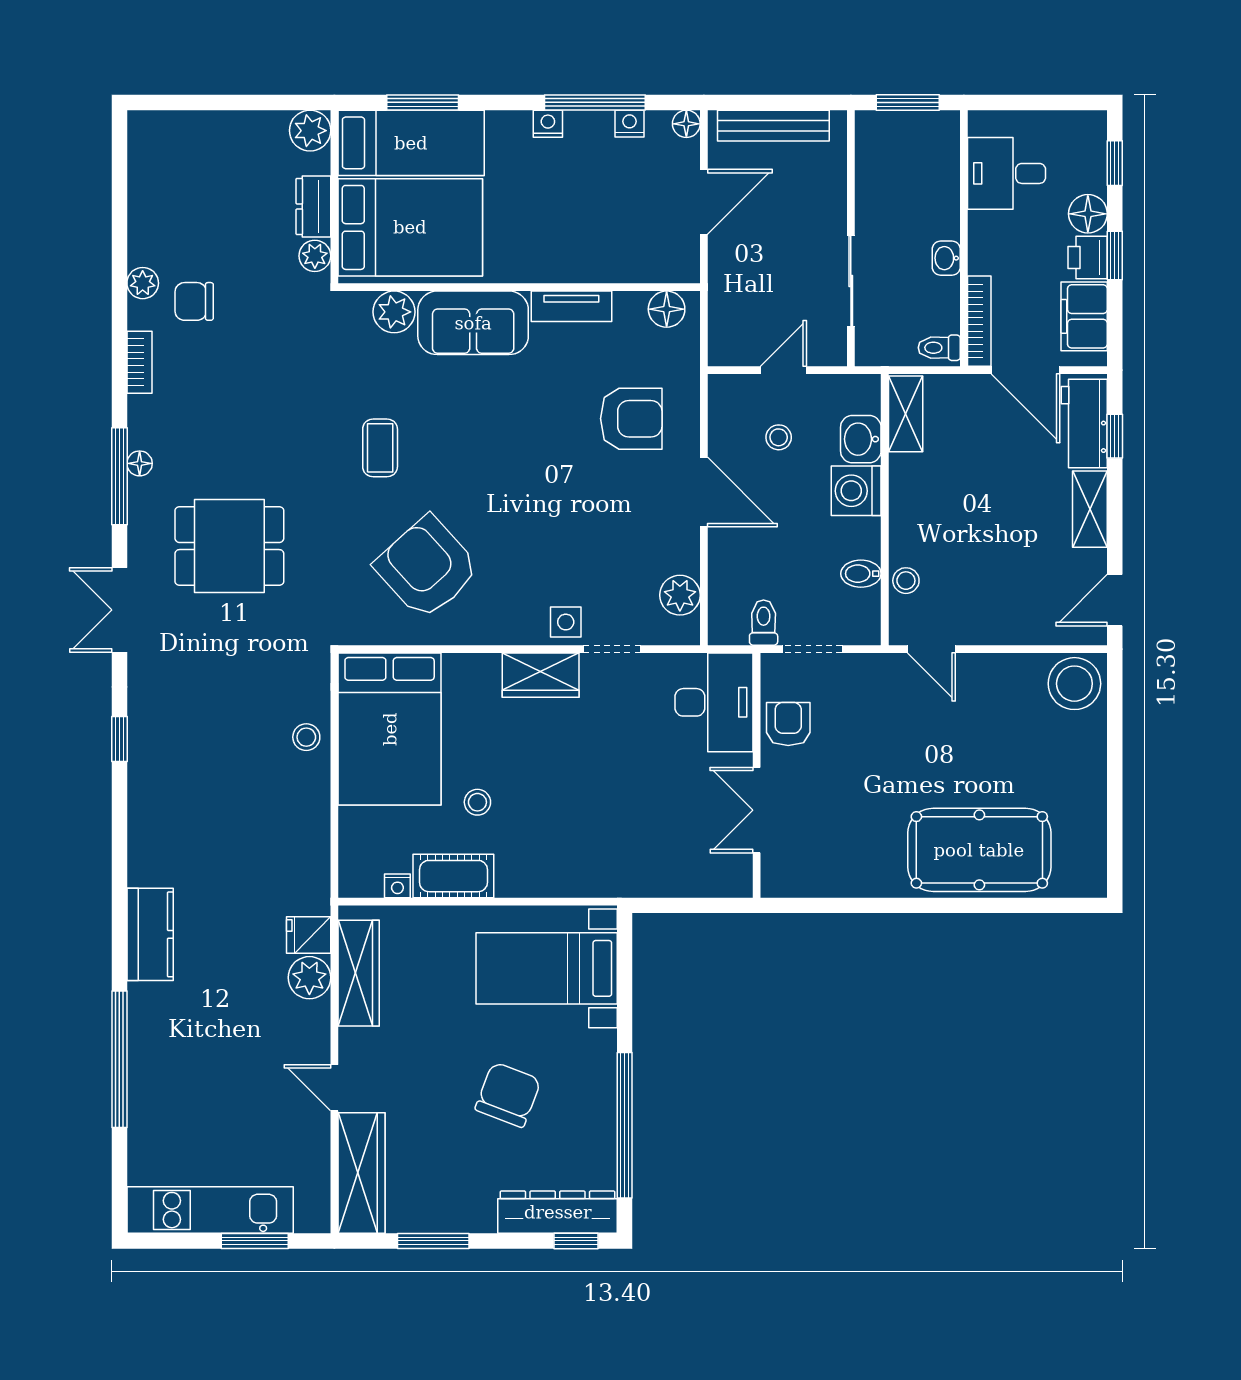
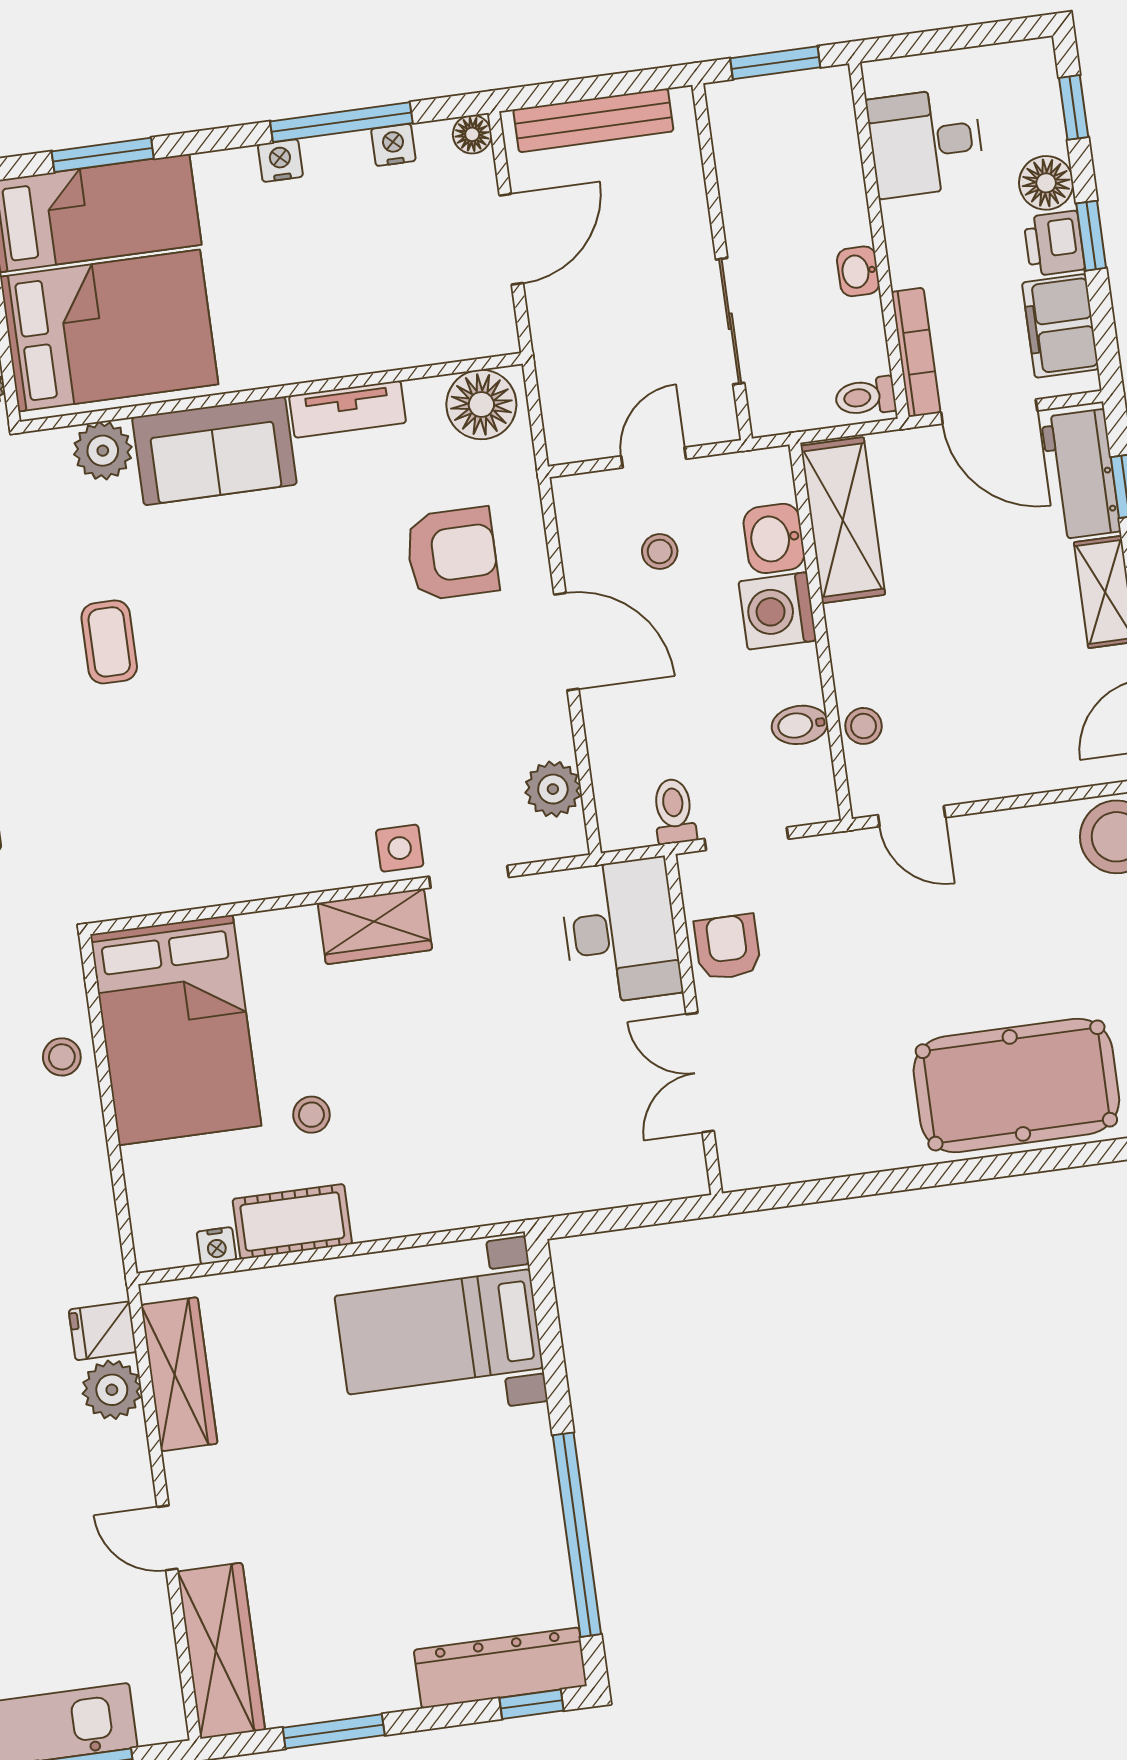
floor lamp: (667, 309) -> (481, 405), width x1.38, depth x1.38
shelving: (906, 414) -> (843, 520), width x1.50, depth x1.33
armchair: (427, 568) -> (197, 799), removed
chair: (508, 1095) -> (409, 1514), removed

